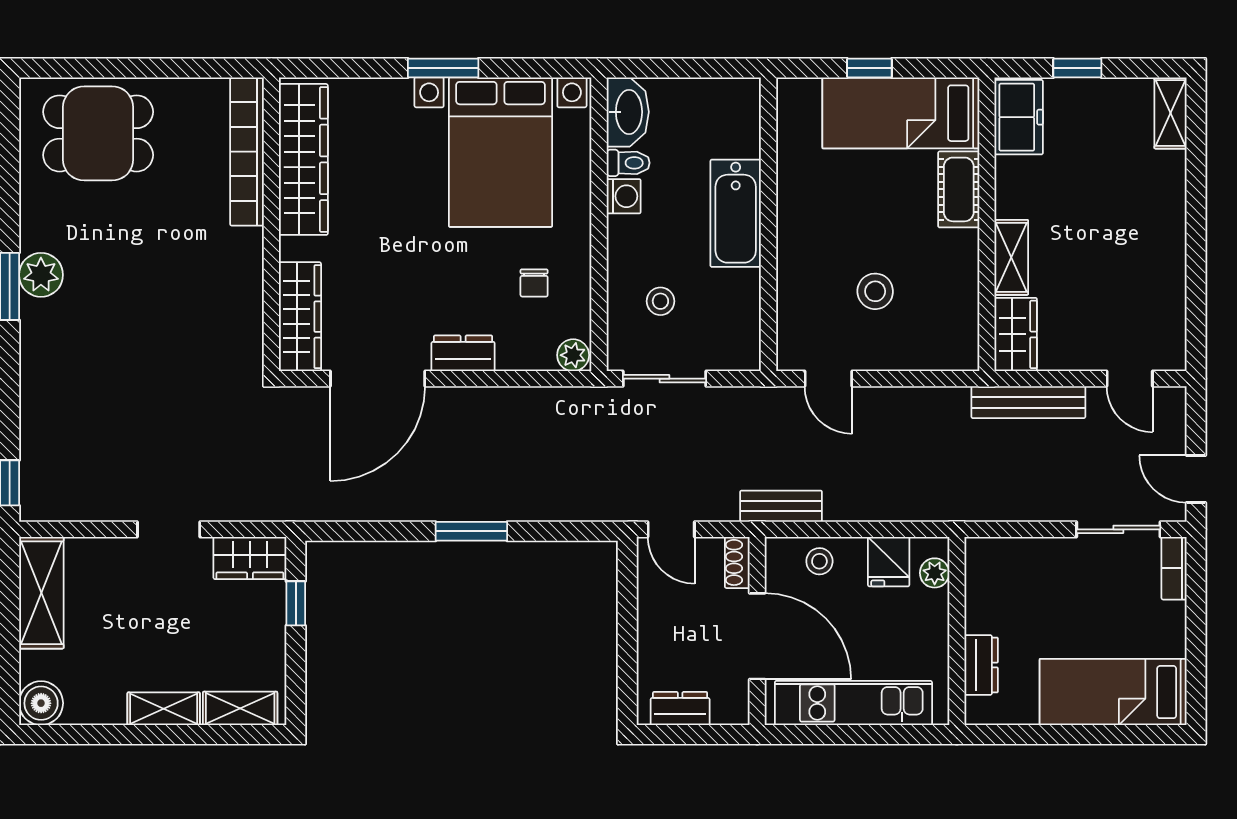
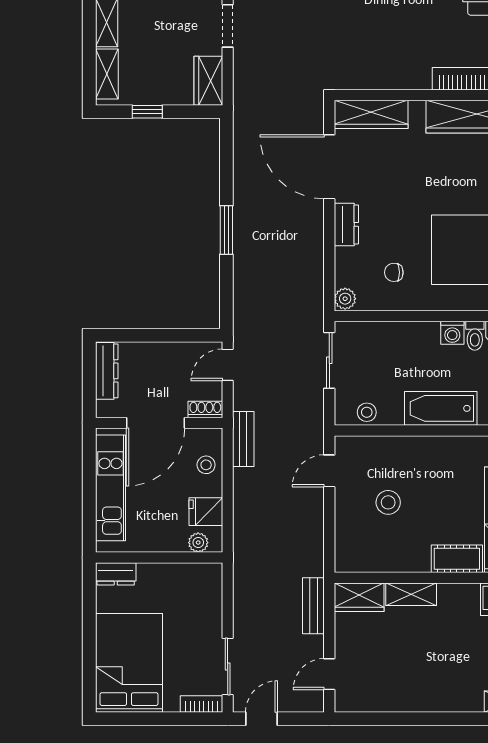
stool: (660, 301) -> (367, 412), moved
bench: (1028, 402) -> (313, 606), width x0.73
window: (296, 603) -> (147, 112), moved
dresser: (981, 665) -> (116, 574), moved
bed: (1113, 692) -> (129, 663), width x1.50
dresser: (680, 709) -> (107, 371), width x1.44

